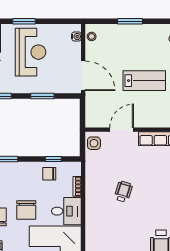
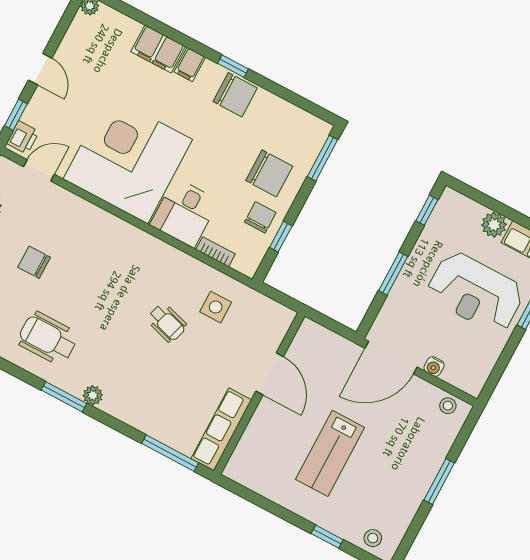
water cooler: (76, 36) -> (434, 366), moved
side table: (94, 143) -> (216, 307), moved
chair: (26, 210) -> (269, 173), moved, turned 180

